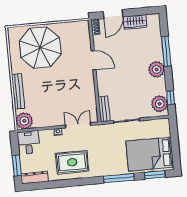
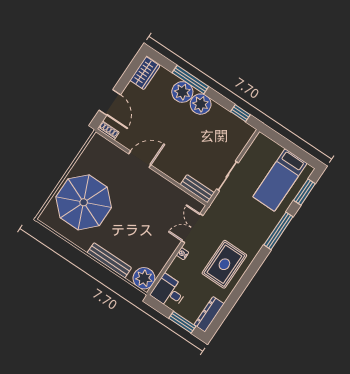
wardrobe: (135, 22) -> (145, 73), moved
plant: (160, 104) -> (182, 92), moved
bed: (150, 154) -> (280, 180), width x0.67

